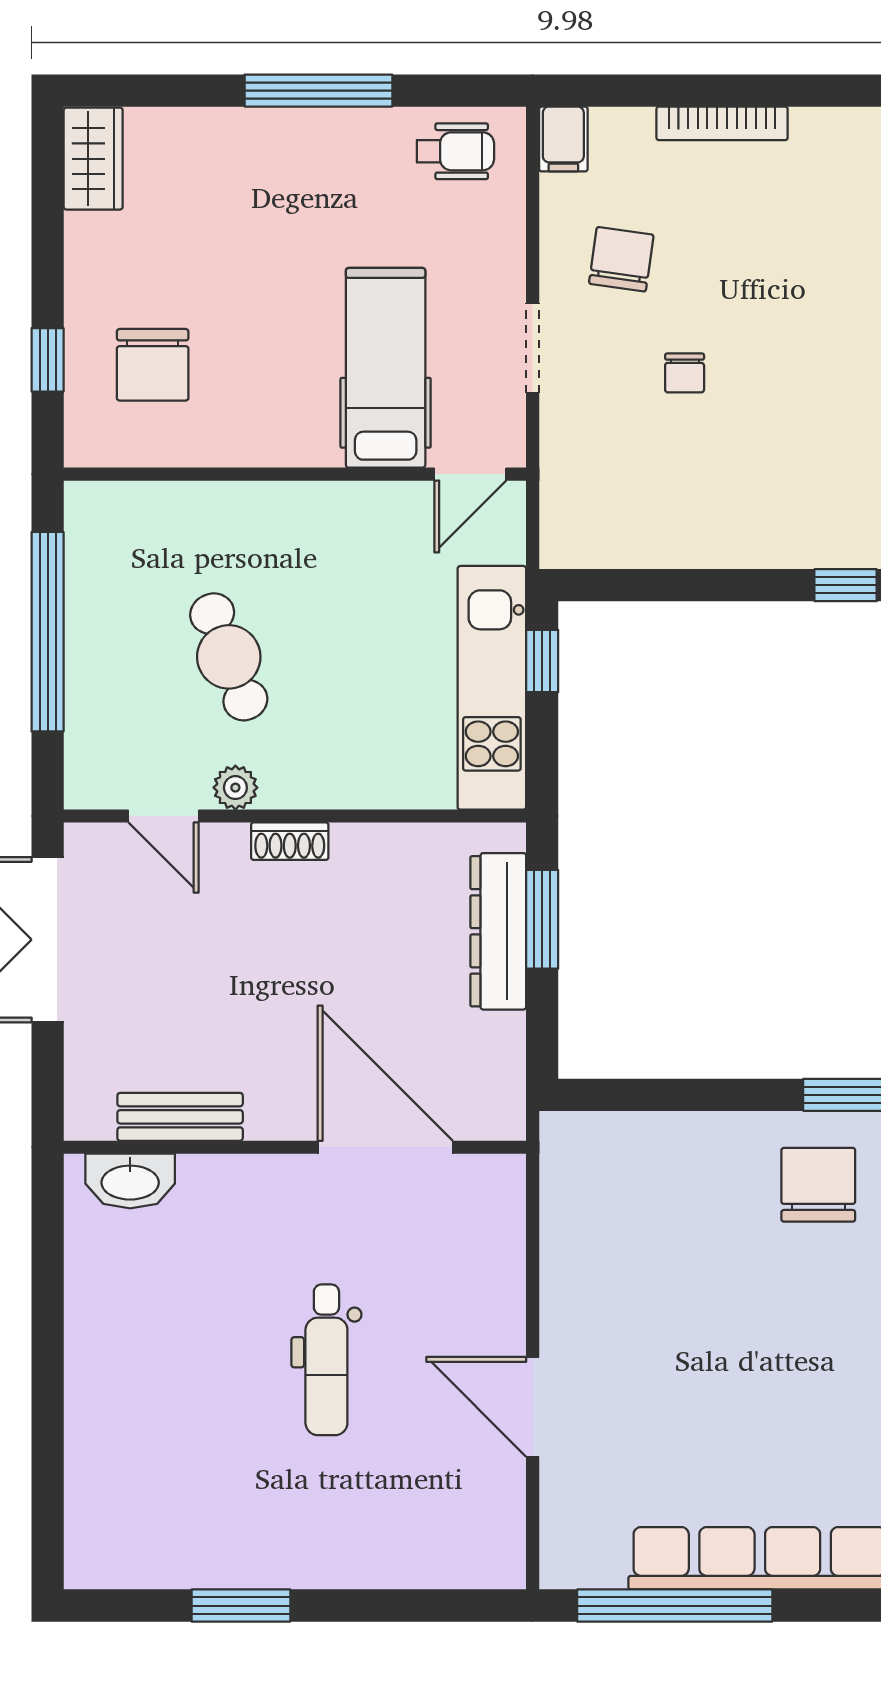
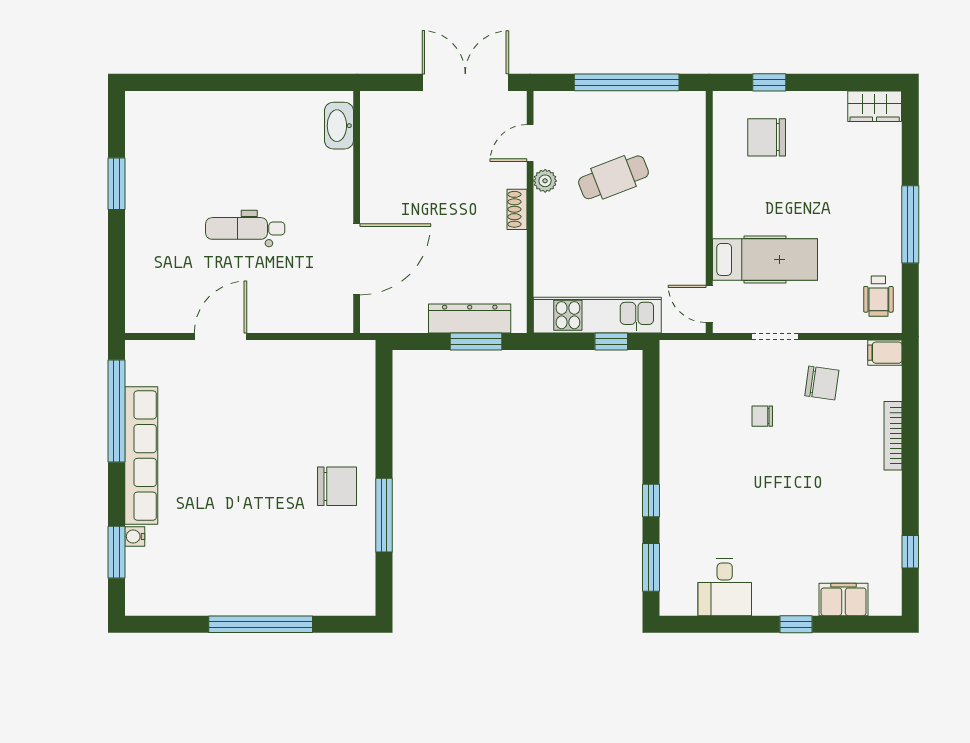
bench: (180, 1117) -> (373, 152), removed

